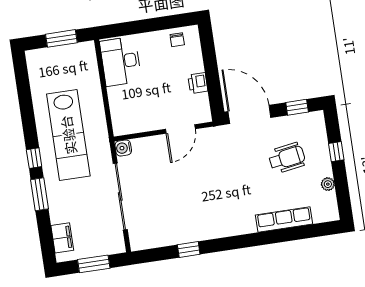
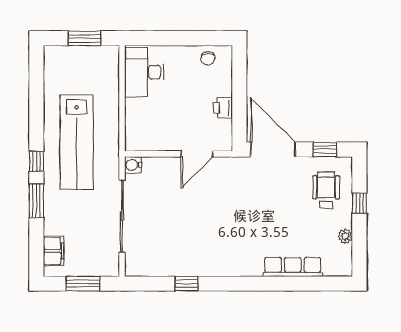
wheelchair: (287, 158) -> (326, 190), moved, turned -81

